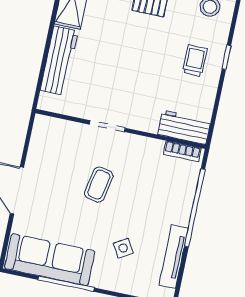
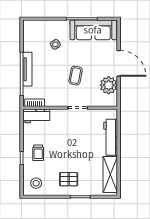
plant: (43, 155) -> (109, 85), added
tv unit: (174, 257) -> (27, 69), moved

